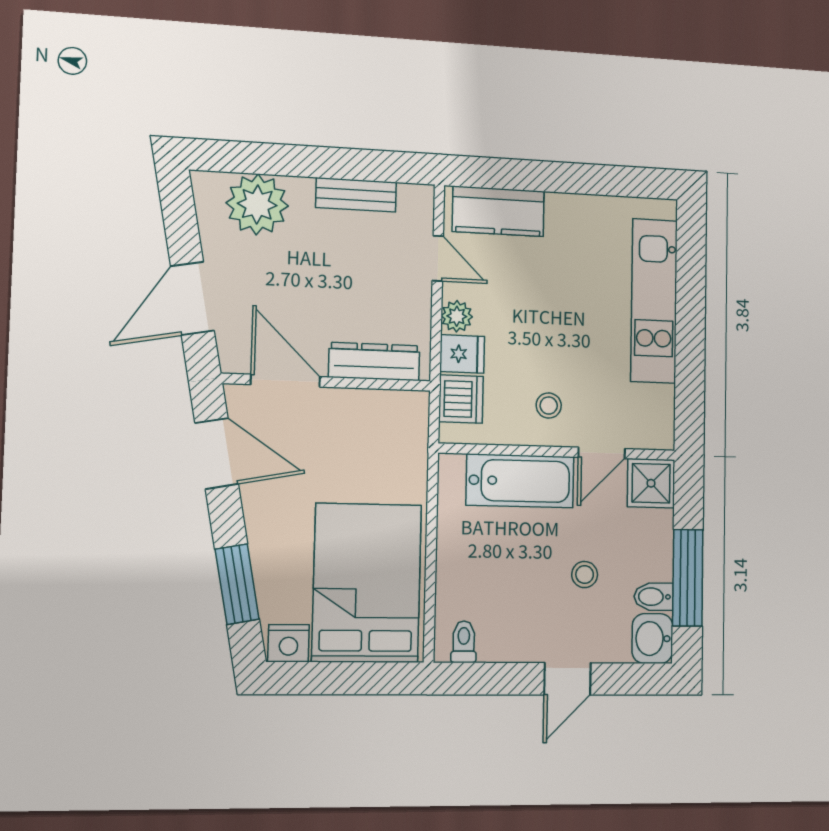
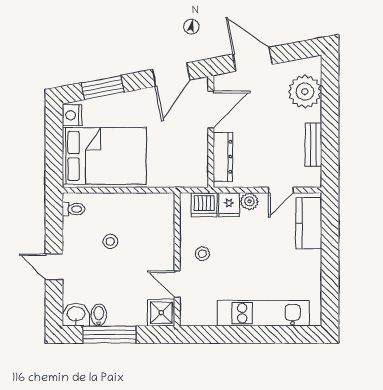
bathtub: (520, 481) -> (161, 238), removed
stool: (585, 574) -> (110, 241), moved

